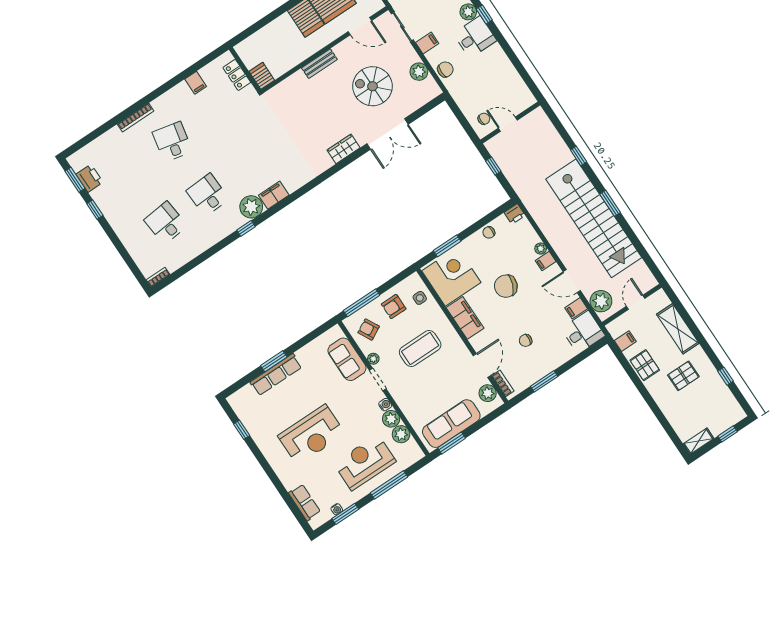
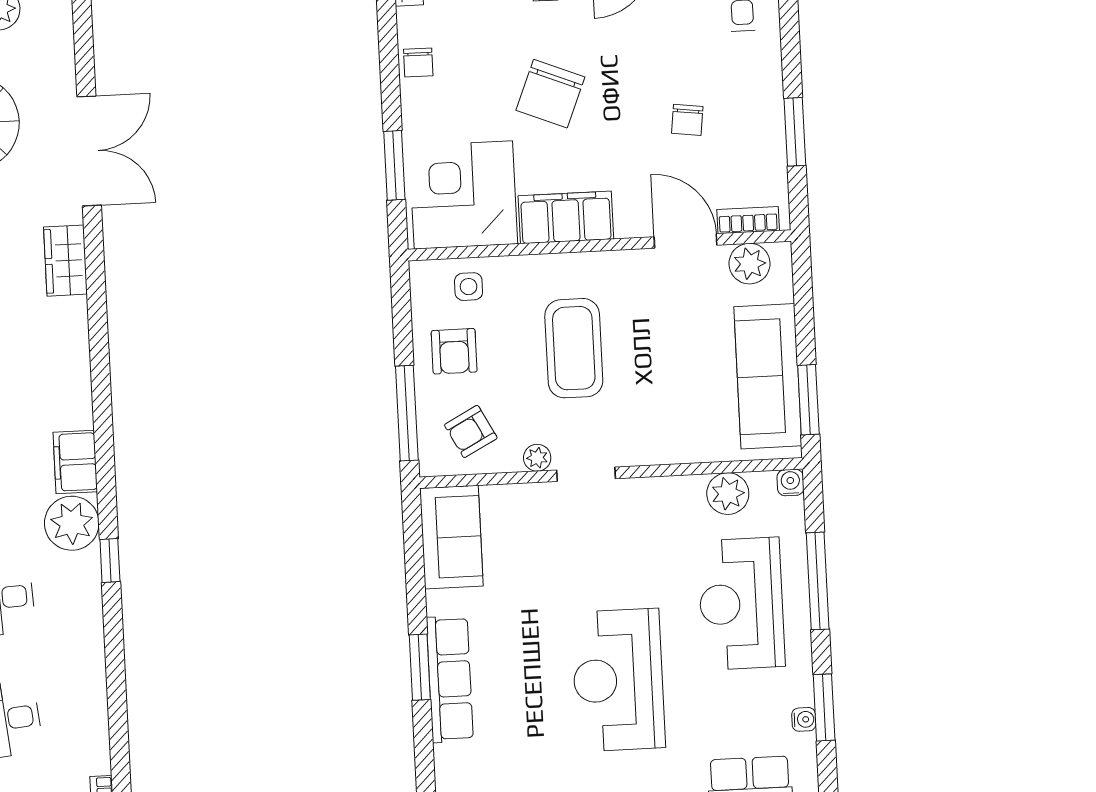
sofa: (347, 359) -> (451, 537), moved, turned -90
water cooler: (385, 405) -> (790, 483), moved
plant: (391, 419) -> (684, 495), removed
reception desk: (311, 435) -> (618, 680), turned 180

